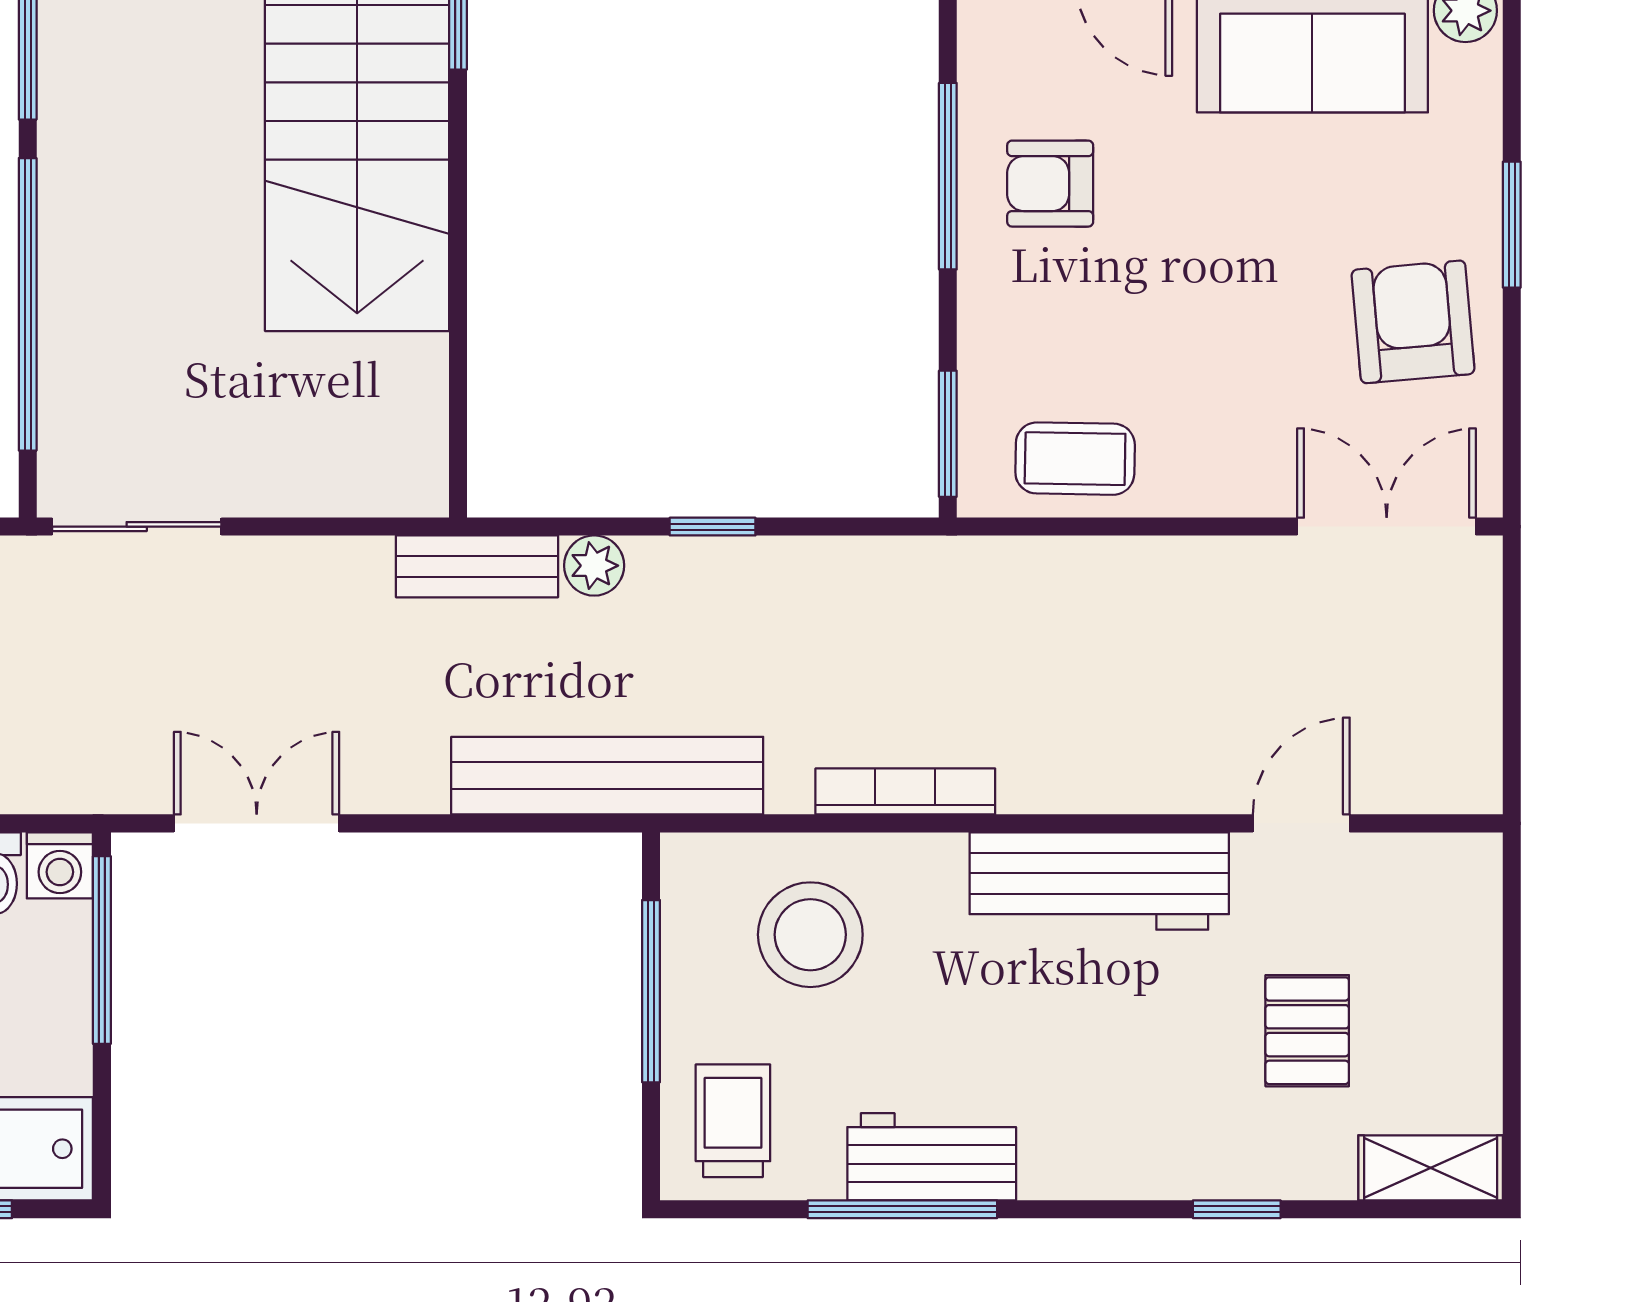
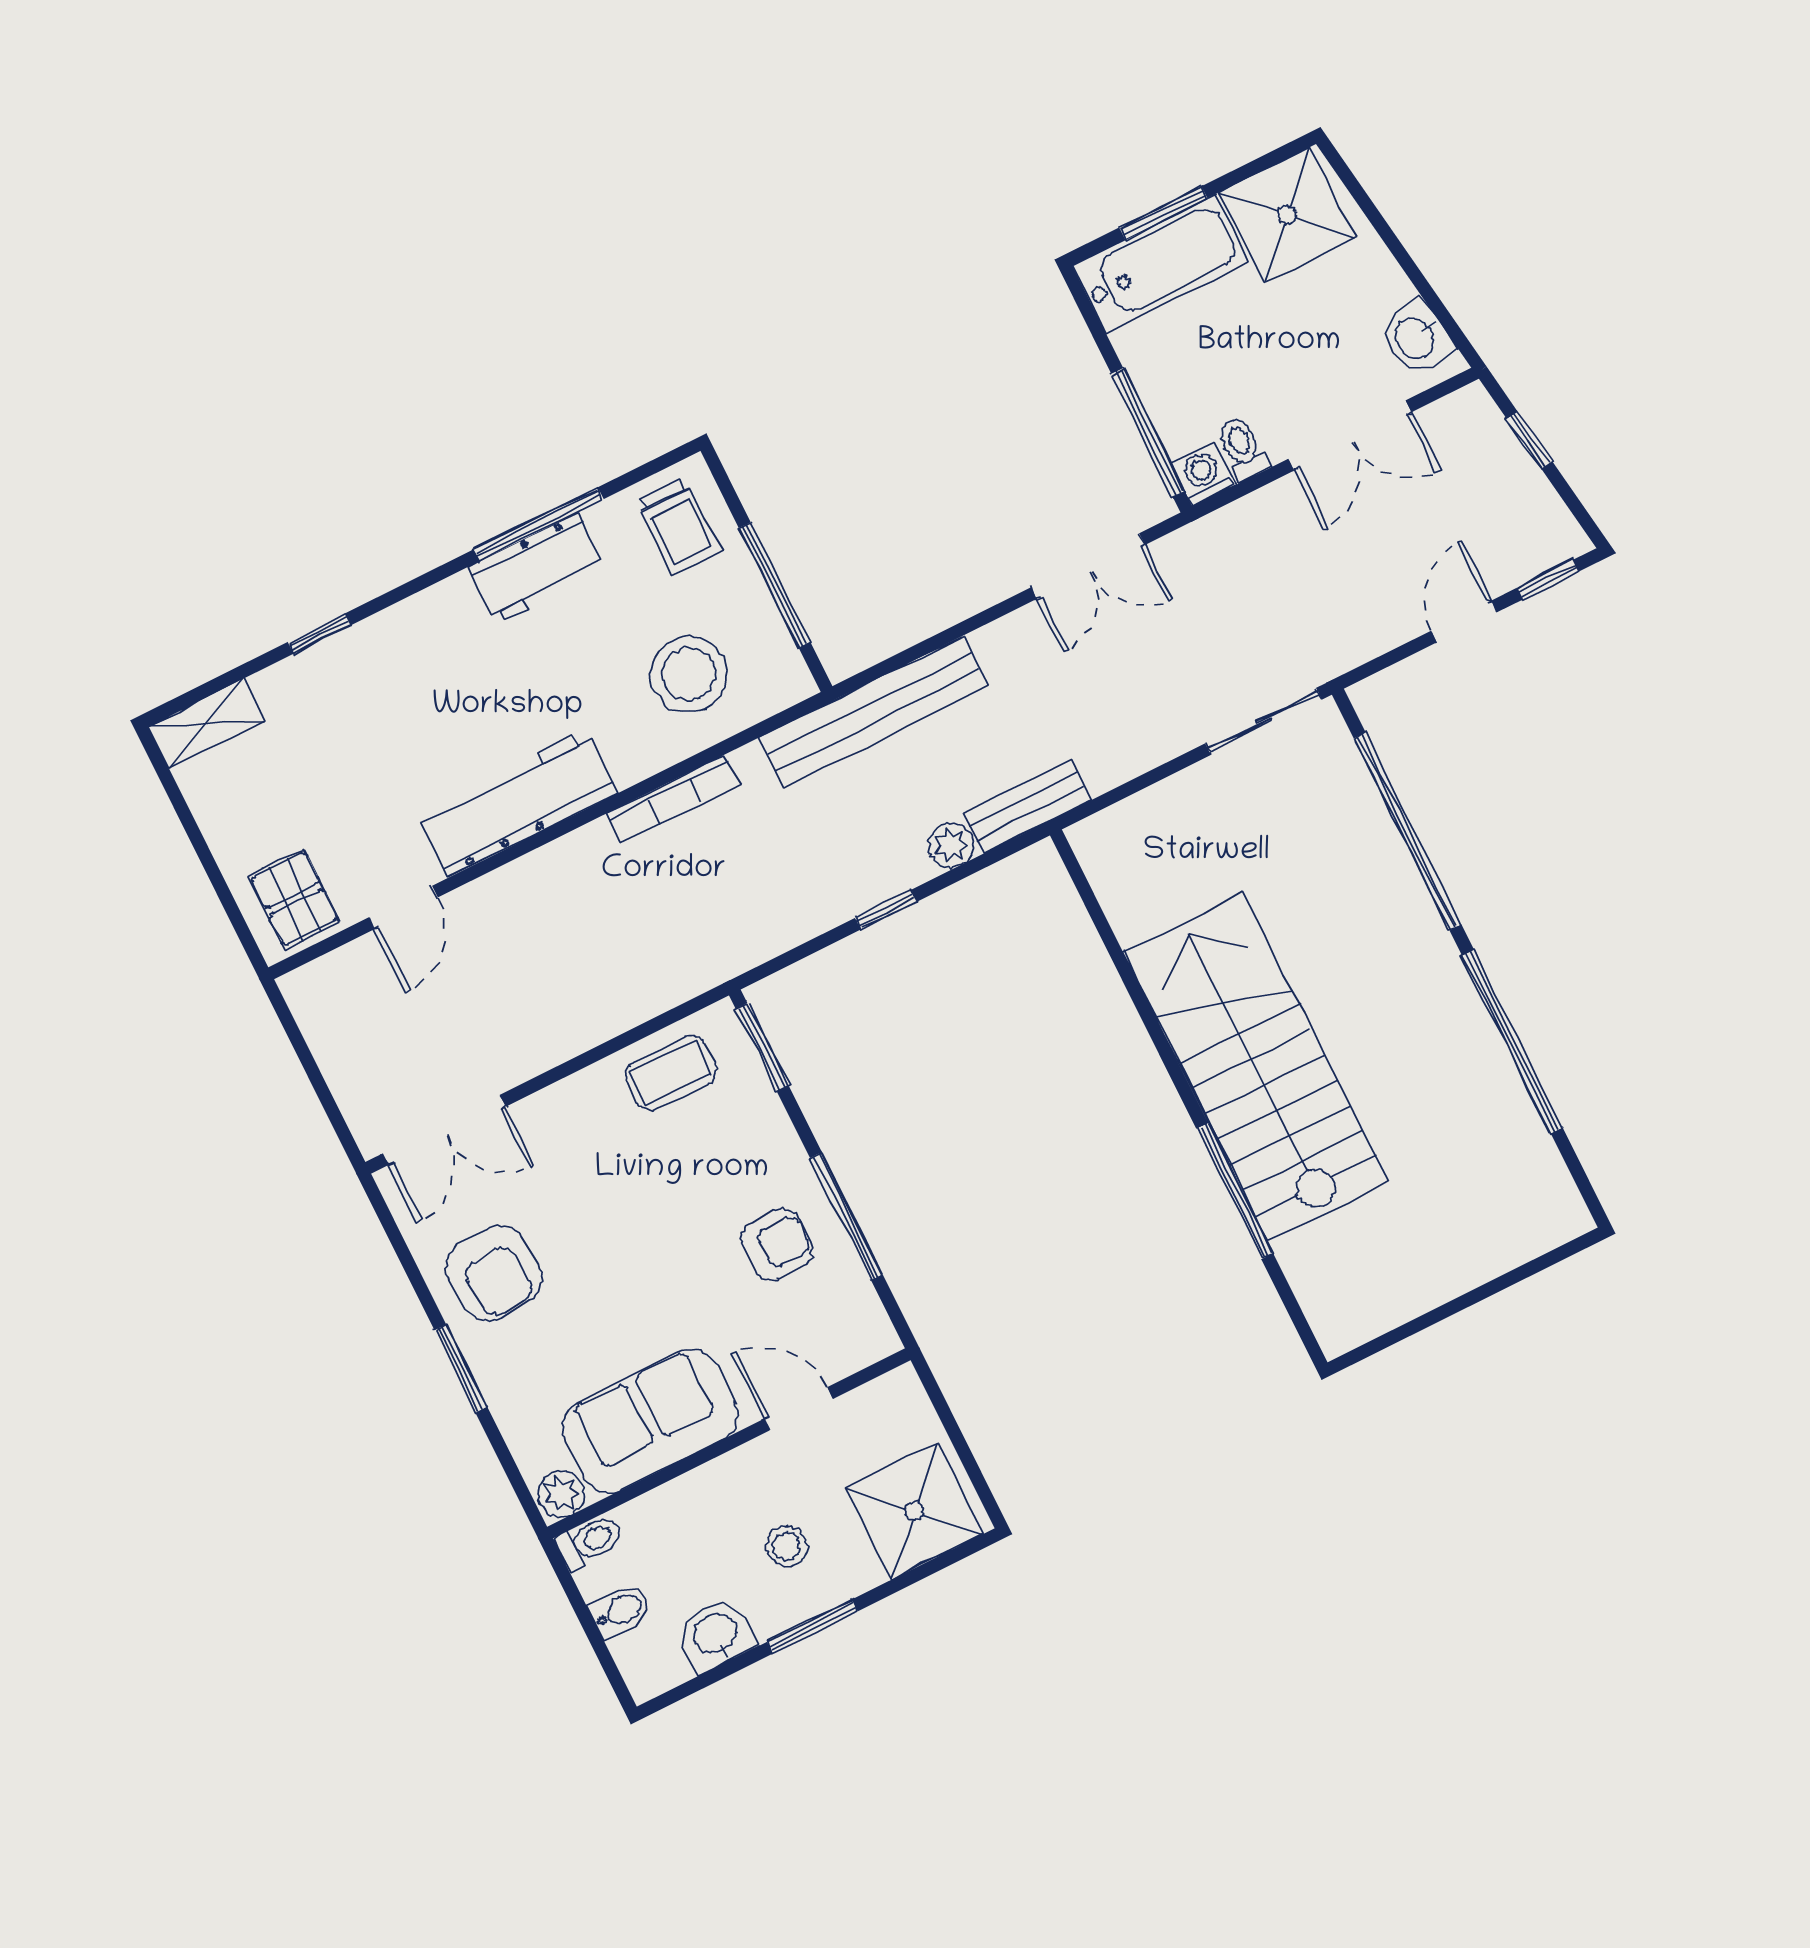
pallet: (1307, 1031) -> (294, 899), moved

